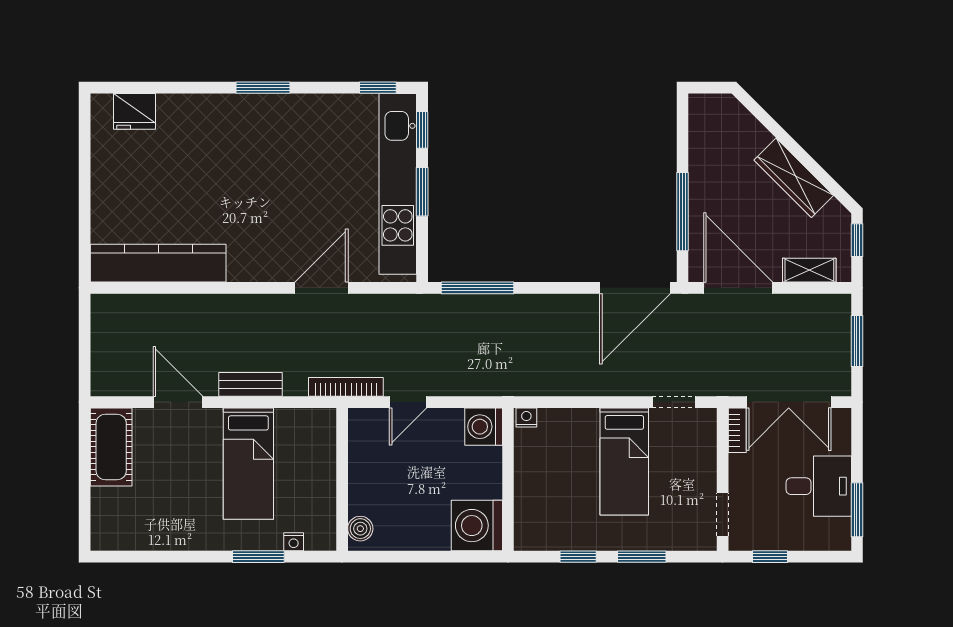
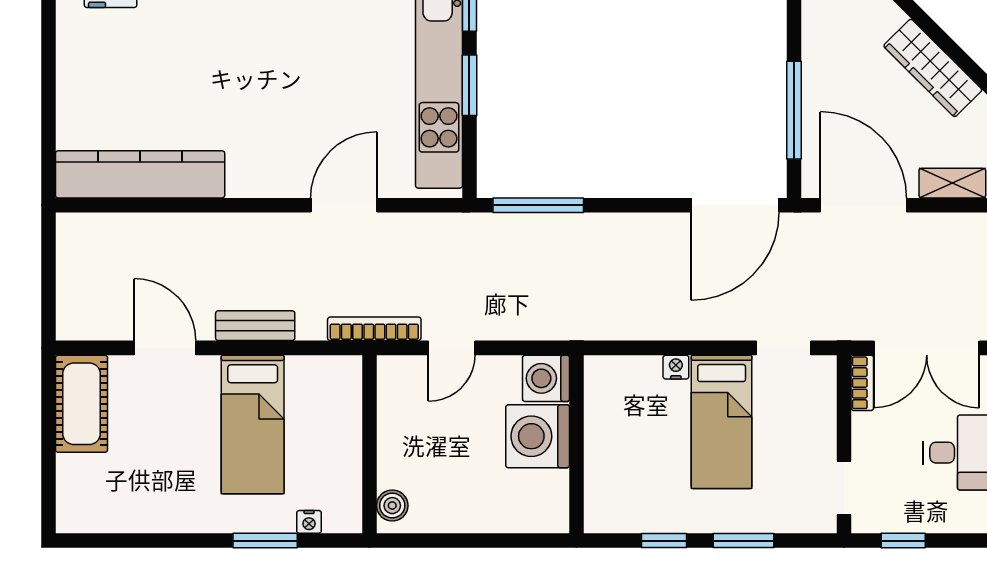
nightstand: (526, 418) -> (676, 367), moved
washing machine: (477, 526) -> (538, 436), moved

